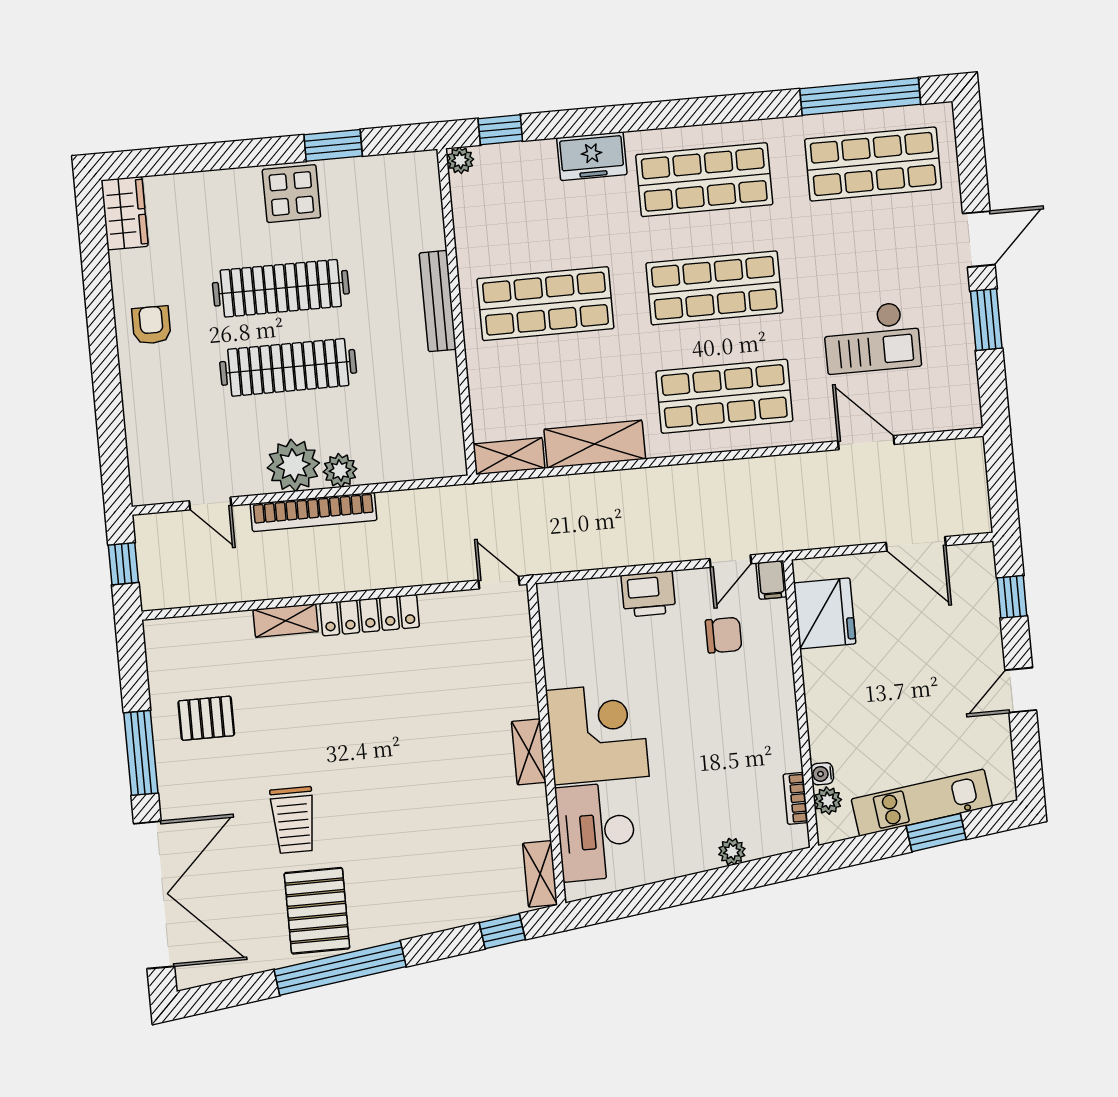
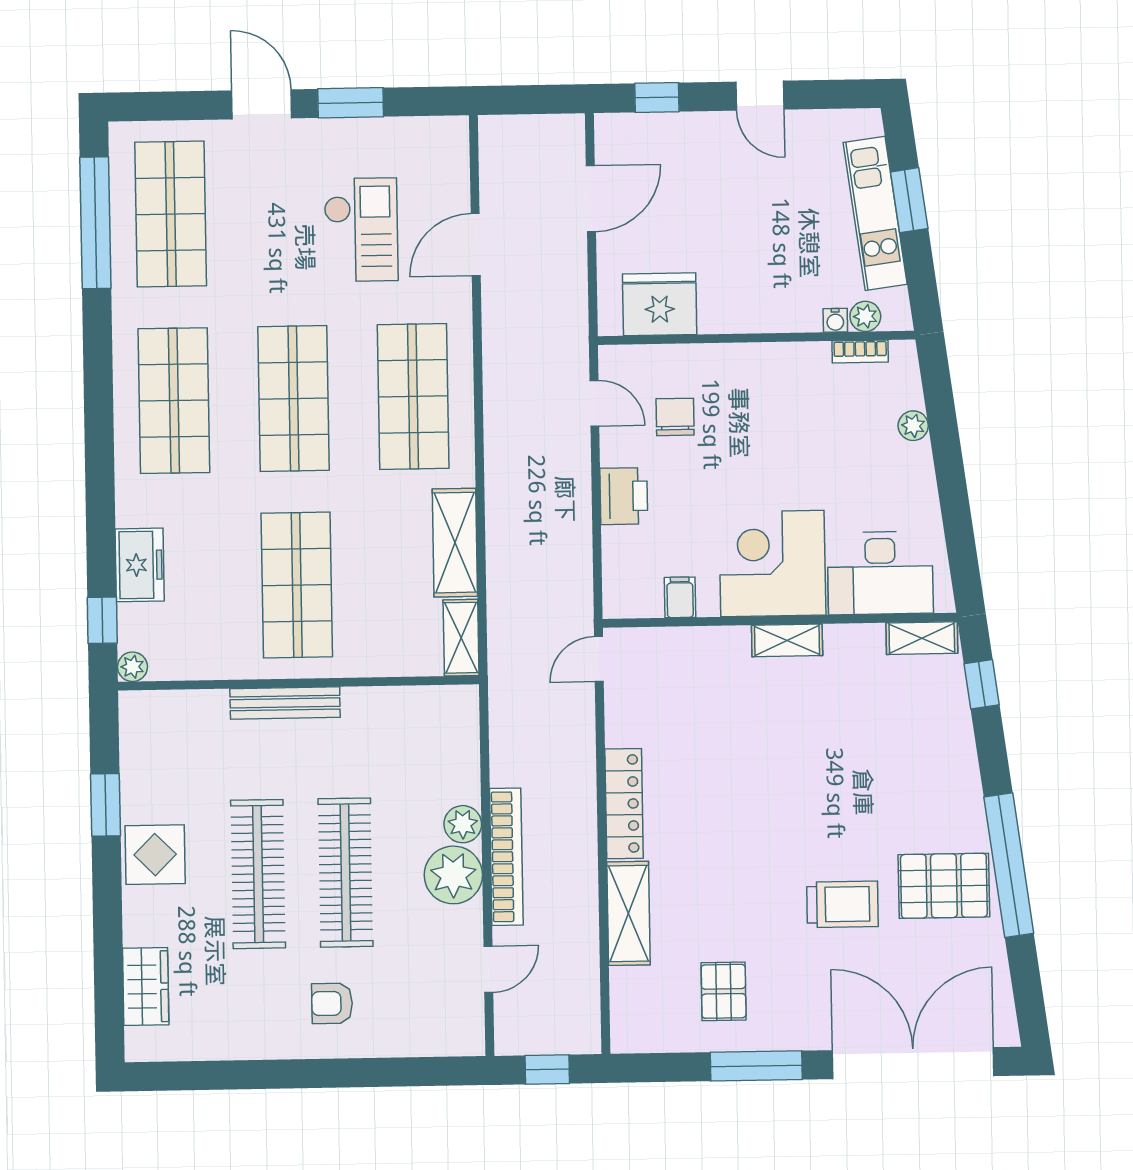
freezer: (592, 156) -> (140, 565), moved
wardrobe: (125, 213) -> (146, 986), moved, turned 90
armchair: (151, 325) -> (332, 1003), moved
filing cabinet: (771, 580) -> (680, 597), moved, turned -90
shelving: (286, 621) -> (628, 913), width x1.50, depth x1.33

